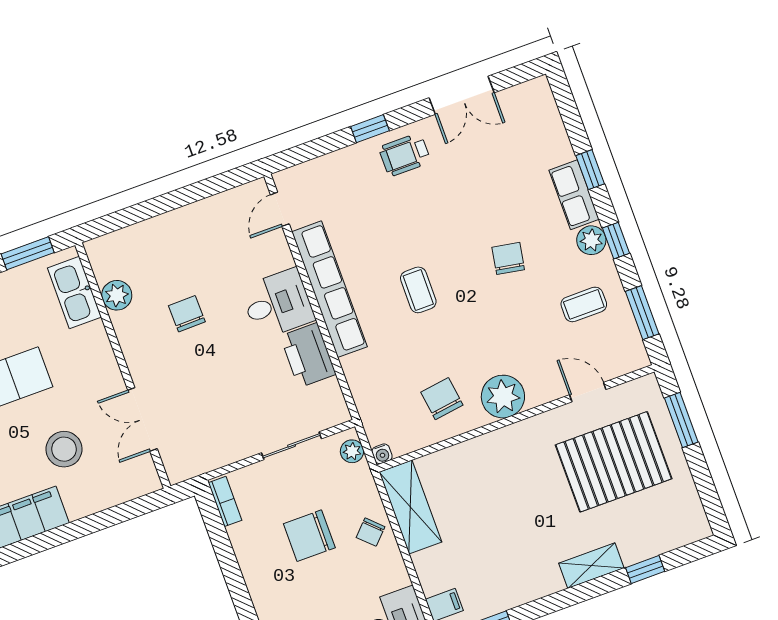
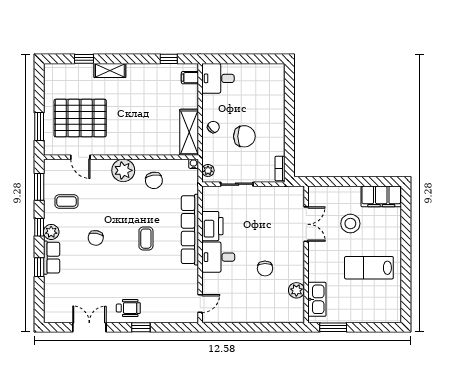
row of seats: (329, 289) -> (190, 230), moved

